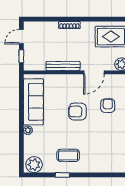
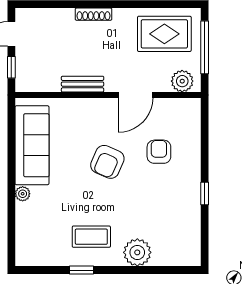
bench: (63, 66) -> (83, 84), width x0.73
armchair: (78, 112) -> (107, 162), turned -66
plant: (34, 165) -> (137, 252), moved

